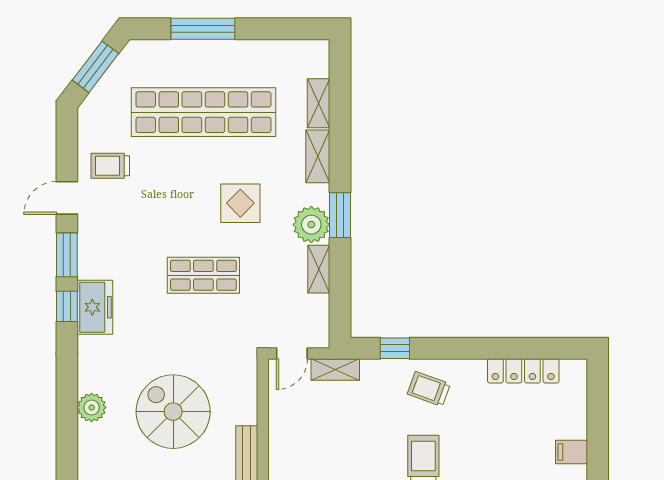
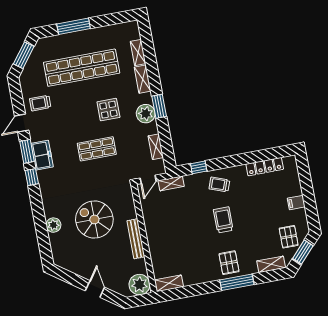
shelving: (319, 269) -> (156, 147), moved
freezer: (95, 307) -> (42, 155), moved

